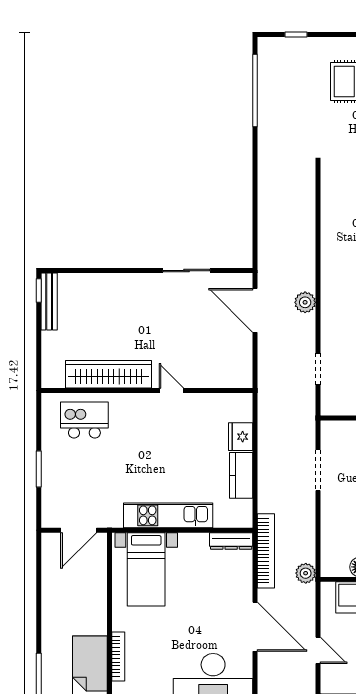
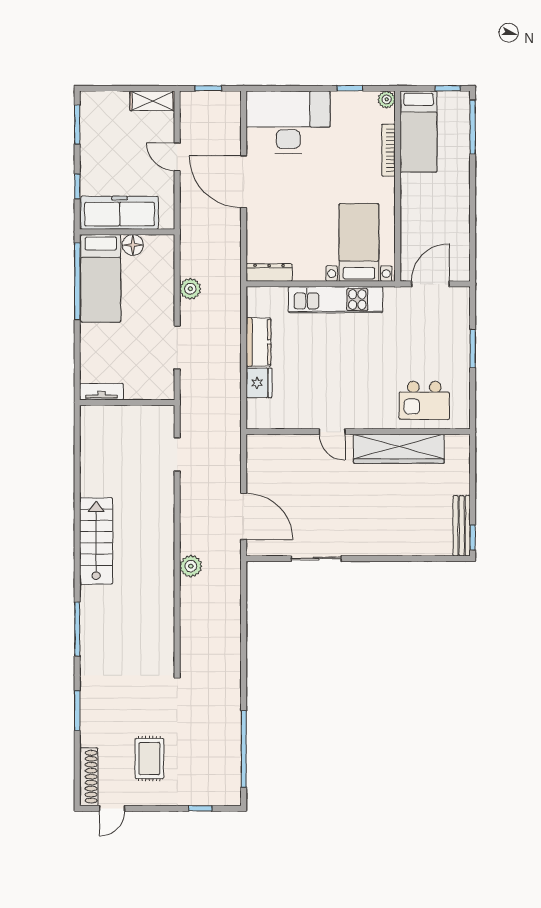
plant: (305, 302) -> (191, 566), moved
bookcase: (266, 551) -> (232, 262), removed
plant: (306, 573) -> (190, 289), moved

